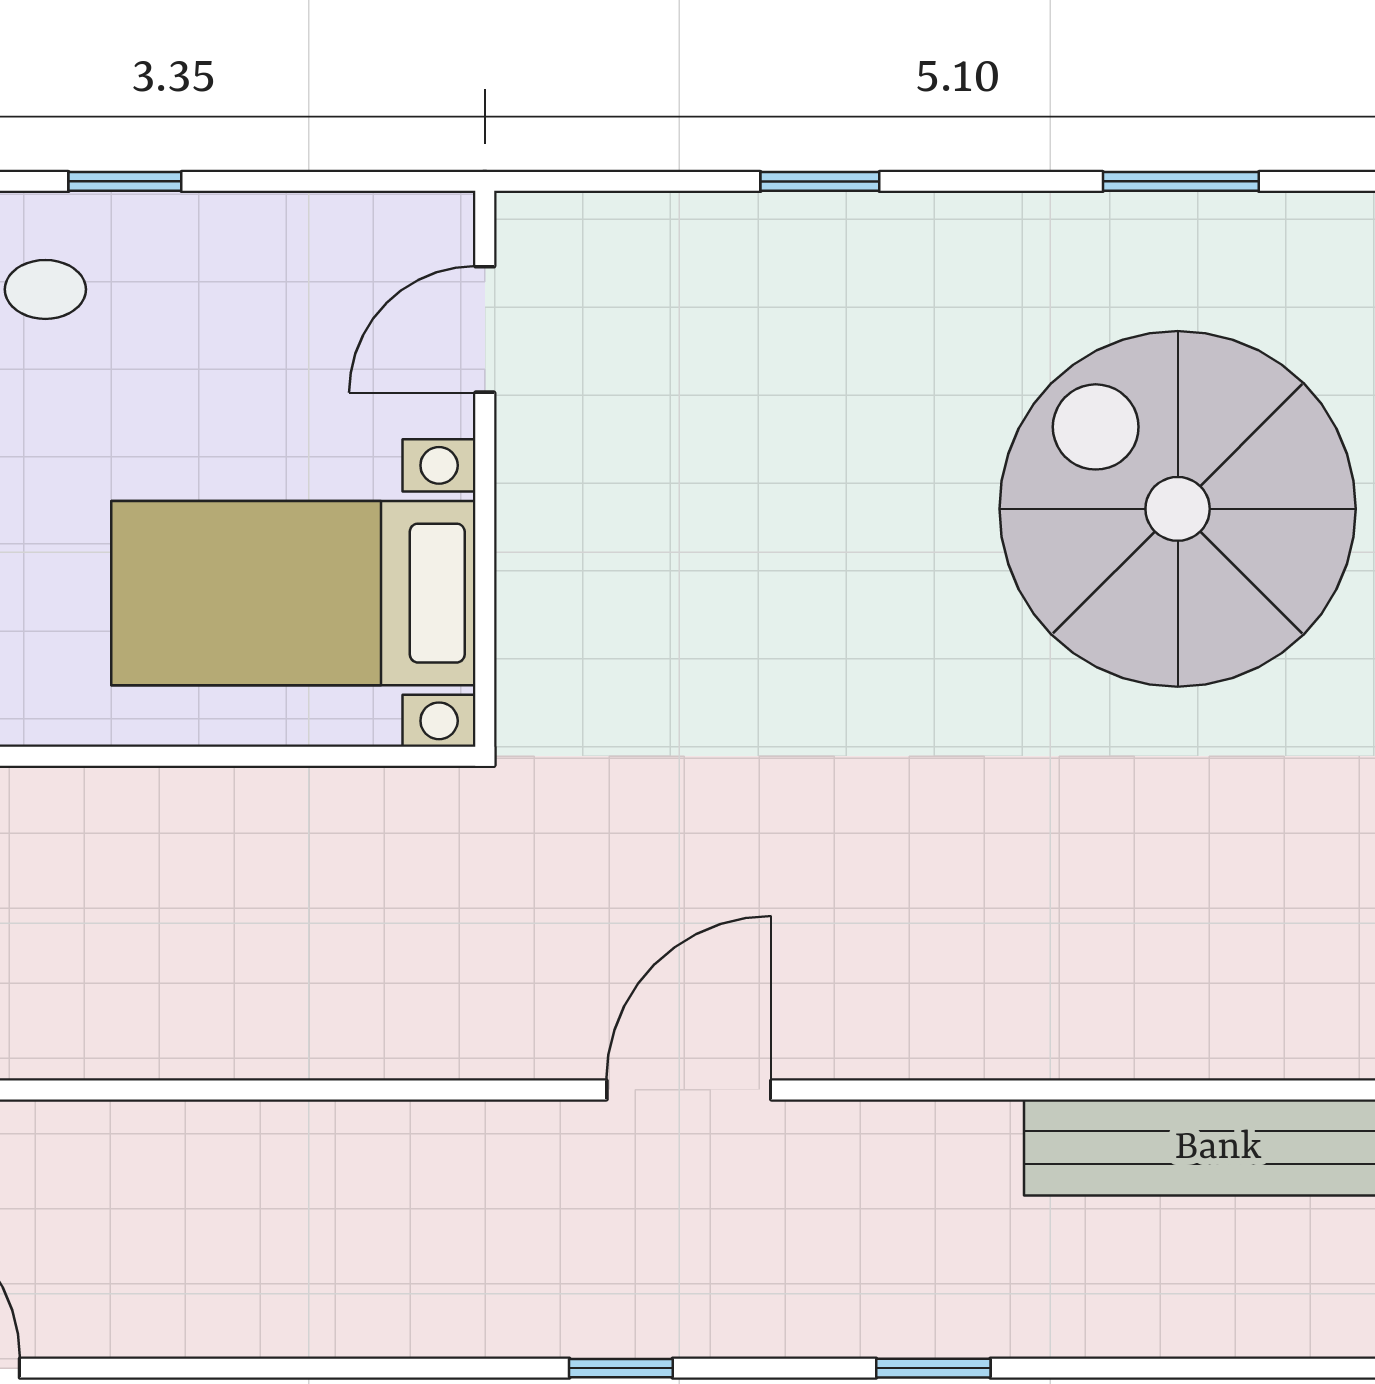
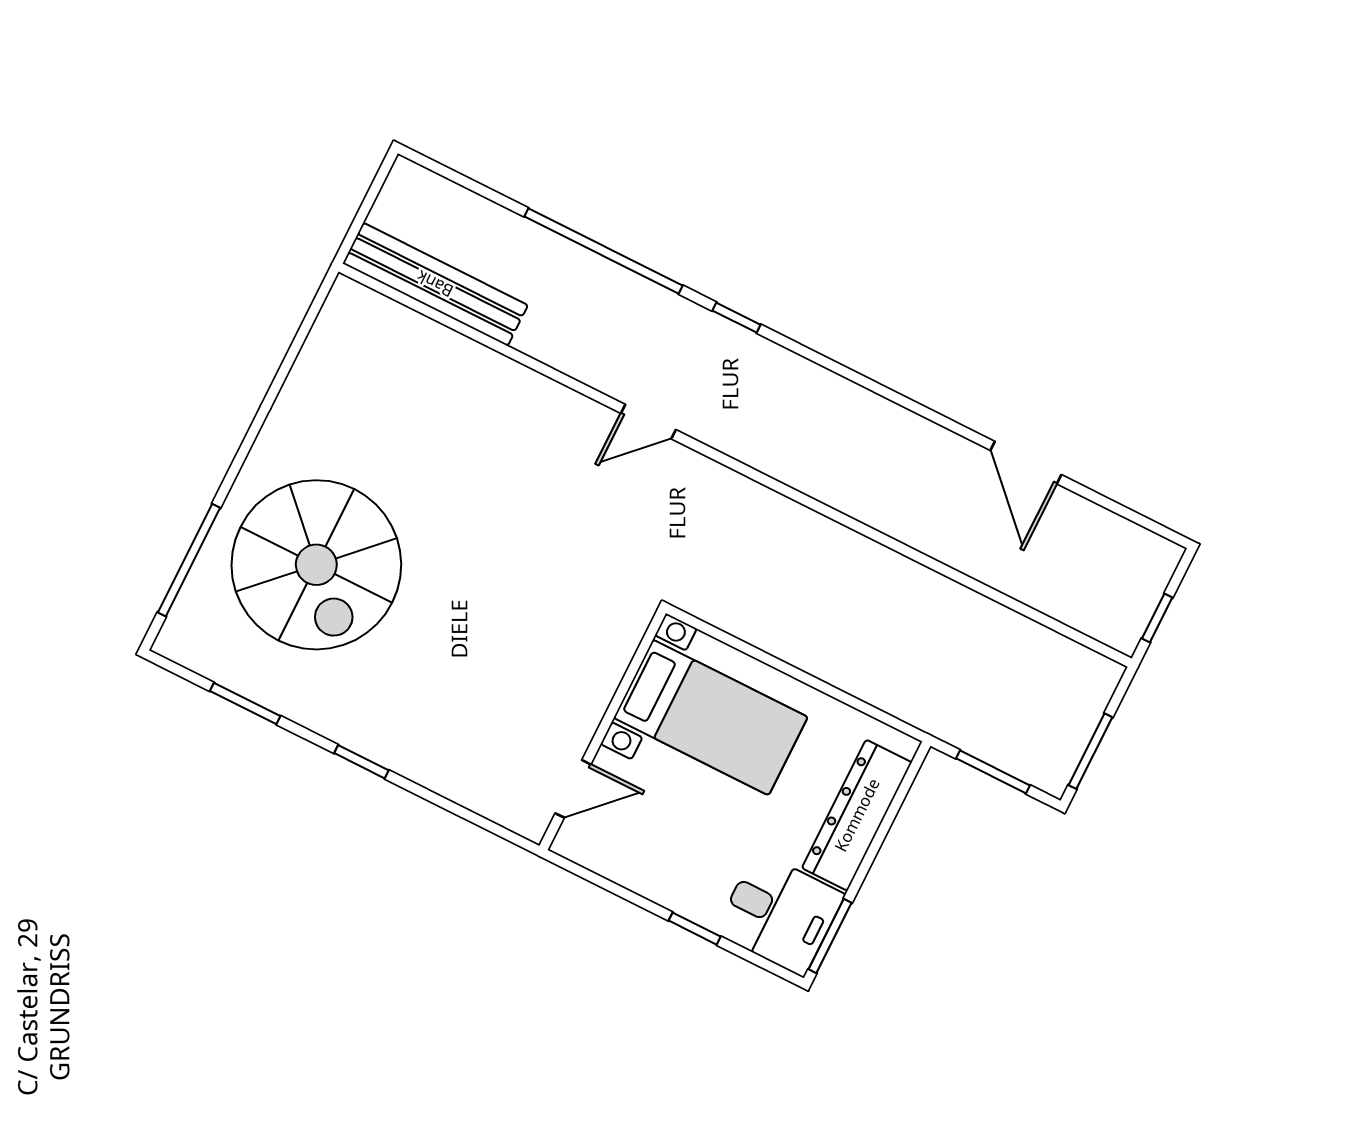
window: (820, 181) -> (361, 762), moved
door: (689, 1090) -> (648, 422), width x0.73
window: (933, 1368) -> (603, 251), width x3.17

